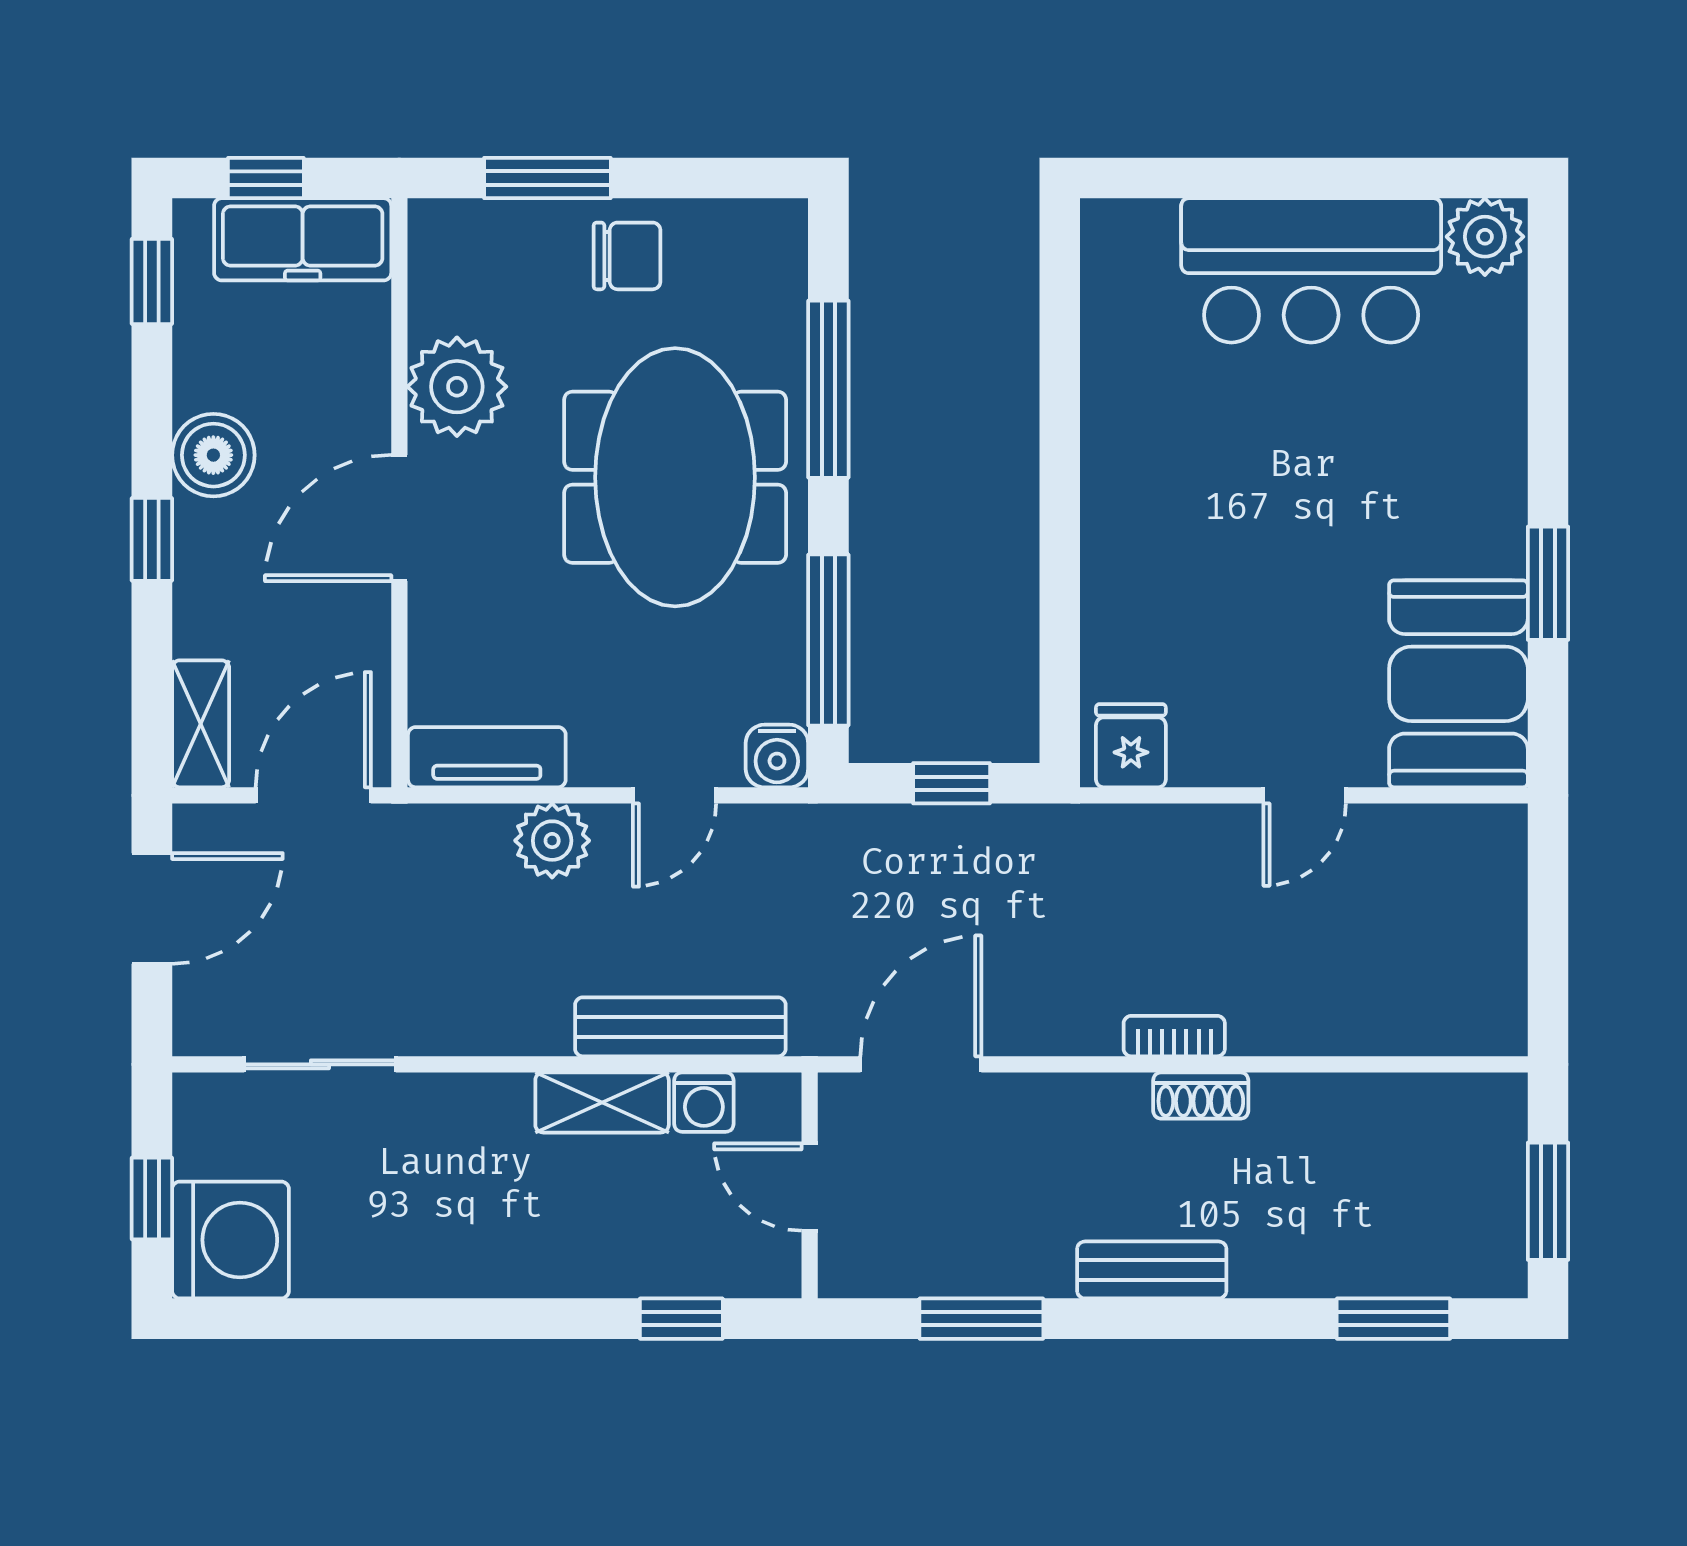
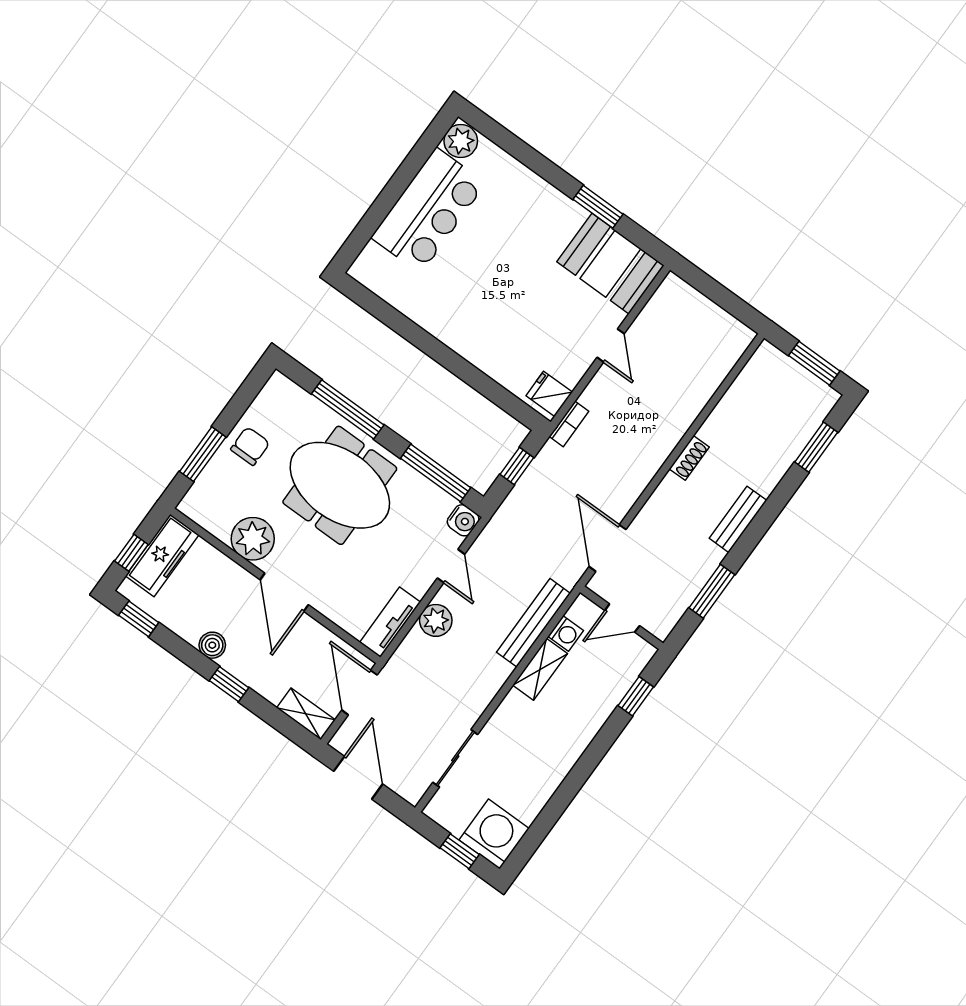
boiler: (213, 455) -> (212, 645), width x0.73, depth x0.73
bookcase: (1174, 1036) -> (569, 424), moved, turned 180

